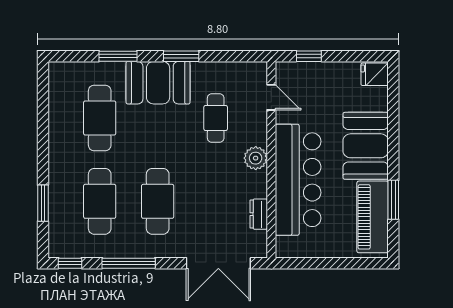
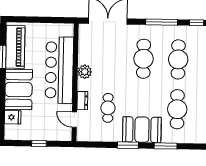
window: (309, 56) -> (39, 143), moved
fridge: (375, 74) -> (13, 117), moved
plant: (256, 158) -> (85, 72), moved
dresser: (259, 214) -> (82, 101), moved

